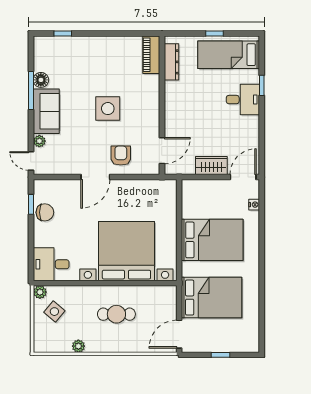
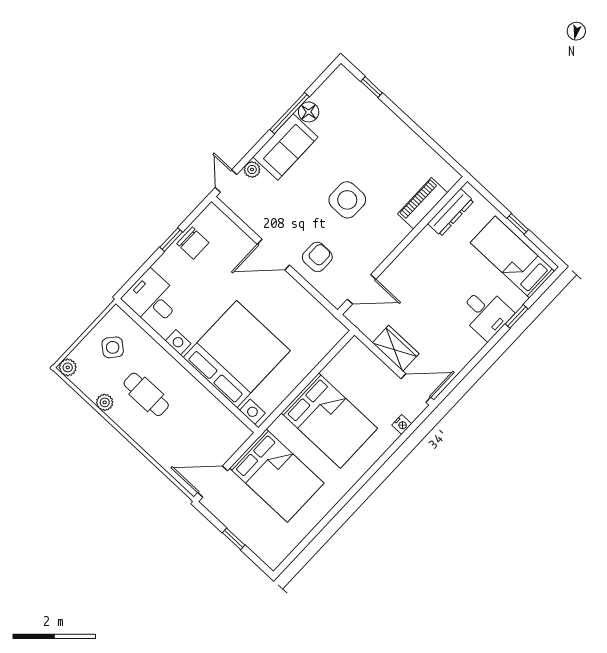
piano: (151, 55) -> (423, 203), moved
window: (31, 204) -> (171, 240), moved
plant: (40, 292) -> (68, 367), moved
cafe table: (116, 314) -> (146, 394), moved

